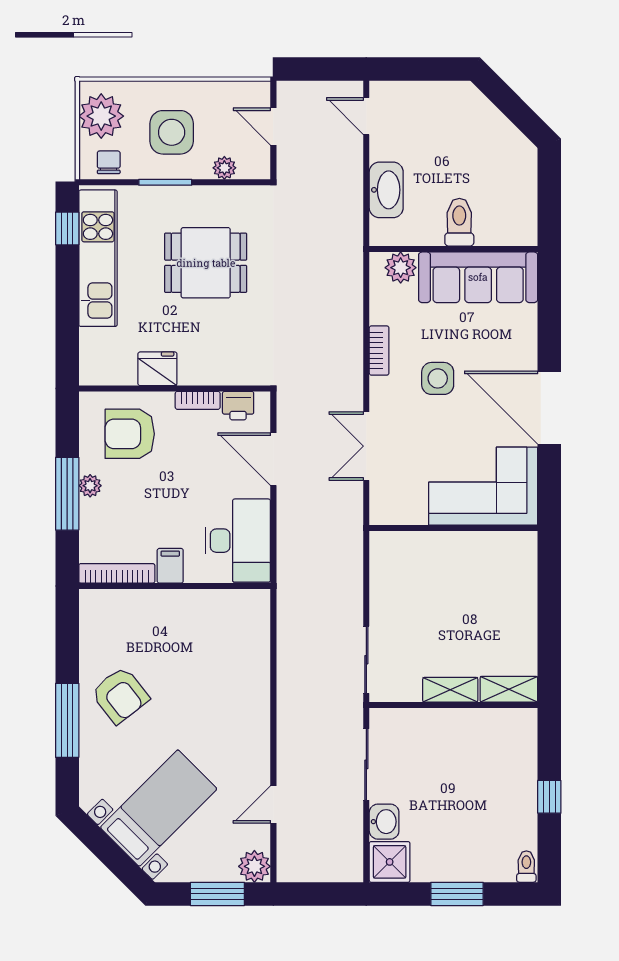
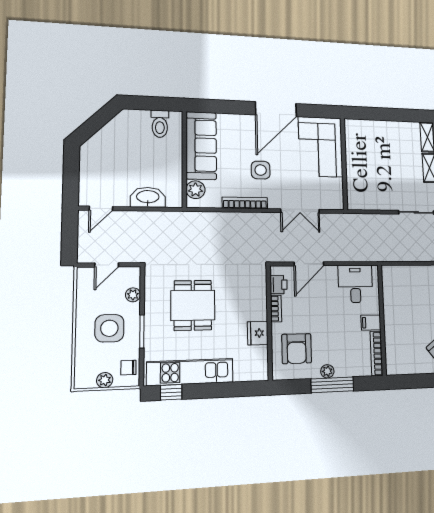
plant: (101, 116) -> (105, 380), width x0.53, depth x0.53
toilet: (459, 222) -> (160, 124), moved, turned -90
bookcase: (379, 351) -> (245, 203), width x1.56
desk: (238, 541) -> (355, 284), width x0.73

